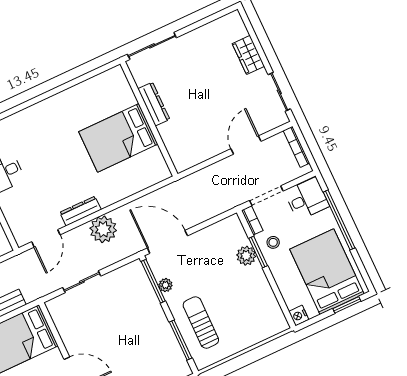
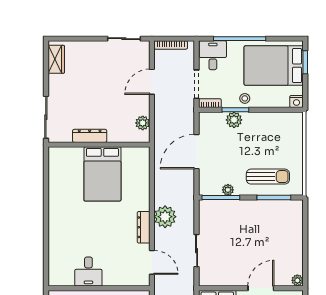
wardrobe: (248, 55) -> (56, 59), moved, turned -90
door: (246, 145) -> (152, 82), hinge flipped
plant: (196, 156) -> (143, 123), added
door: (167, 242) -> (197, 152), moved
stool: (273, 242) -> (245, 98), moved
sun lounger: (201, 323) -> (268, 177), turned 180

